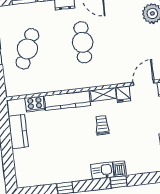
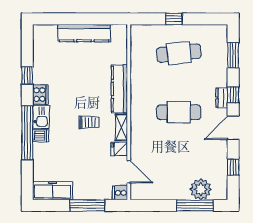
cafe table: (27, 49) -> (179, 53), turned -30
cooker: (35, 104) -> (40, 95), moved, turned 180
kitchen counter: (18, 131) -> (84, 33), width x1.50
window: (119, 182) -> (27, 133), width x3.17

